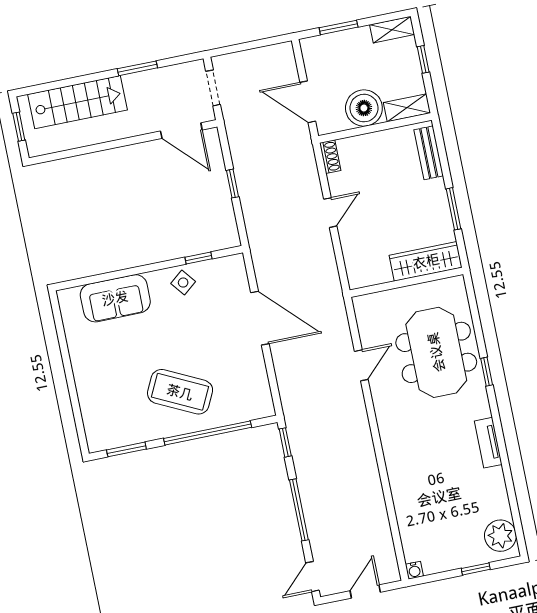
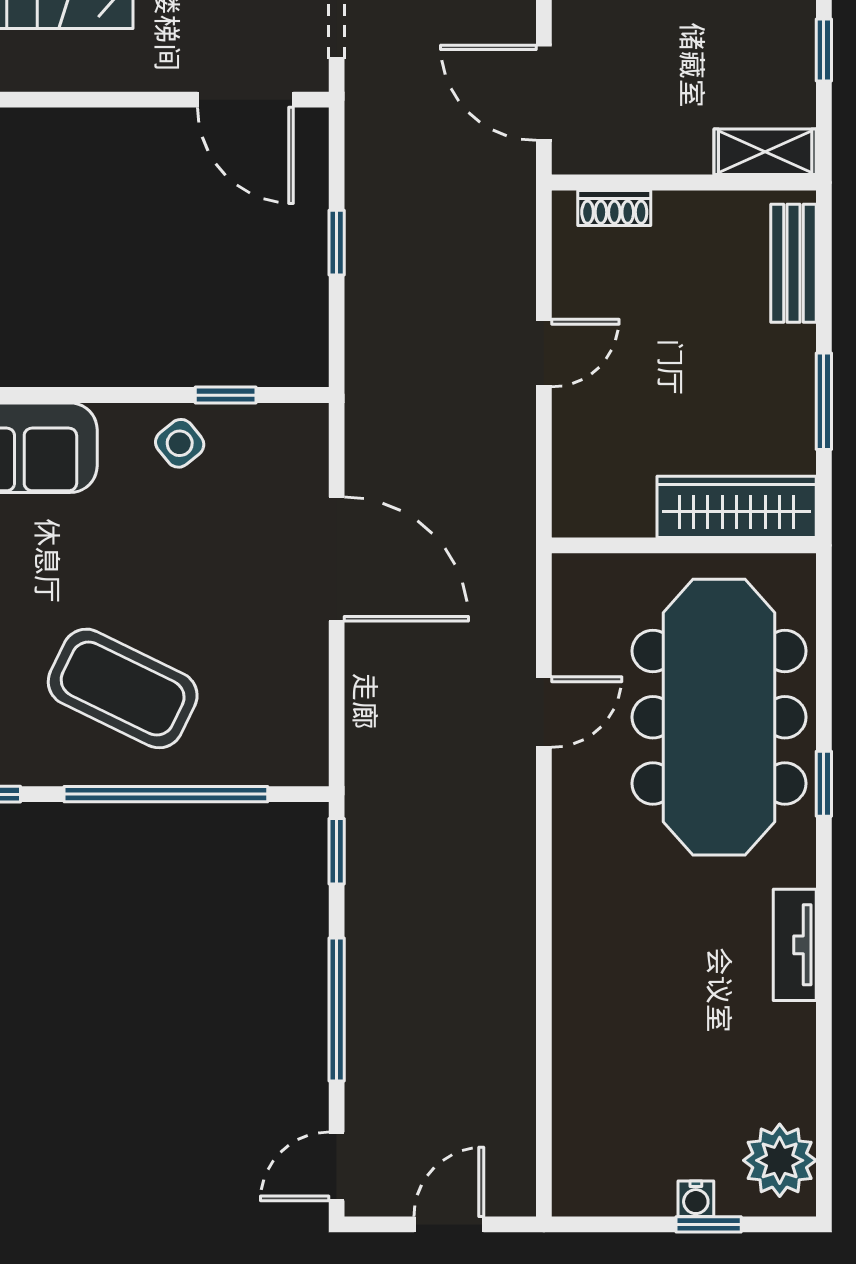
boiler: (364, 108) -> (668, 133), removed
shoe rack: (330, 157) -> (614, 208), moved, turned 90
meeting table: (436, 352) -> (719, 717), width x1.36
water cooler: (414, 570) -> (696, 1199), moved

